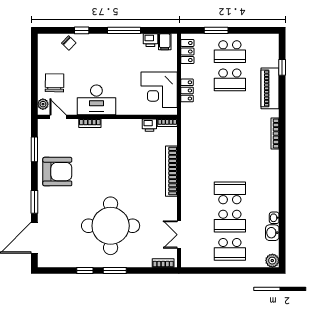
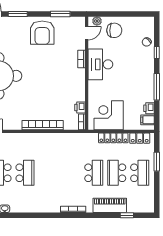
school desk: (230, 52) -> (140, 173), turned 180
locker: (187, 90) -> (113, 138), width x1.53
school desk: (230, 108) -> (94, 173), added

